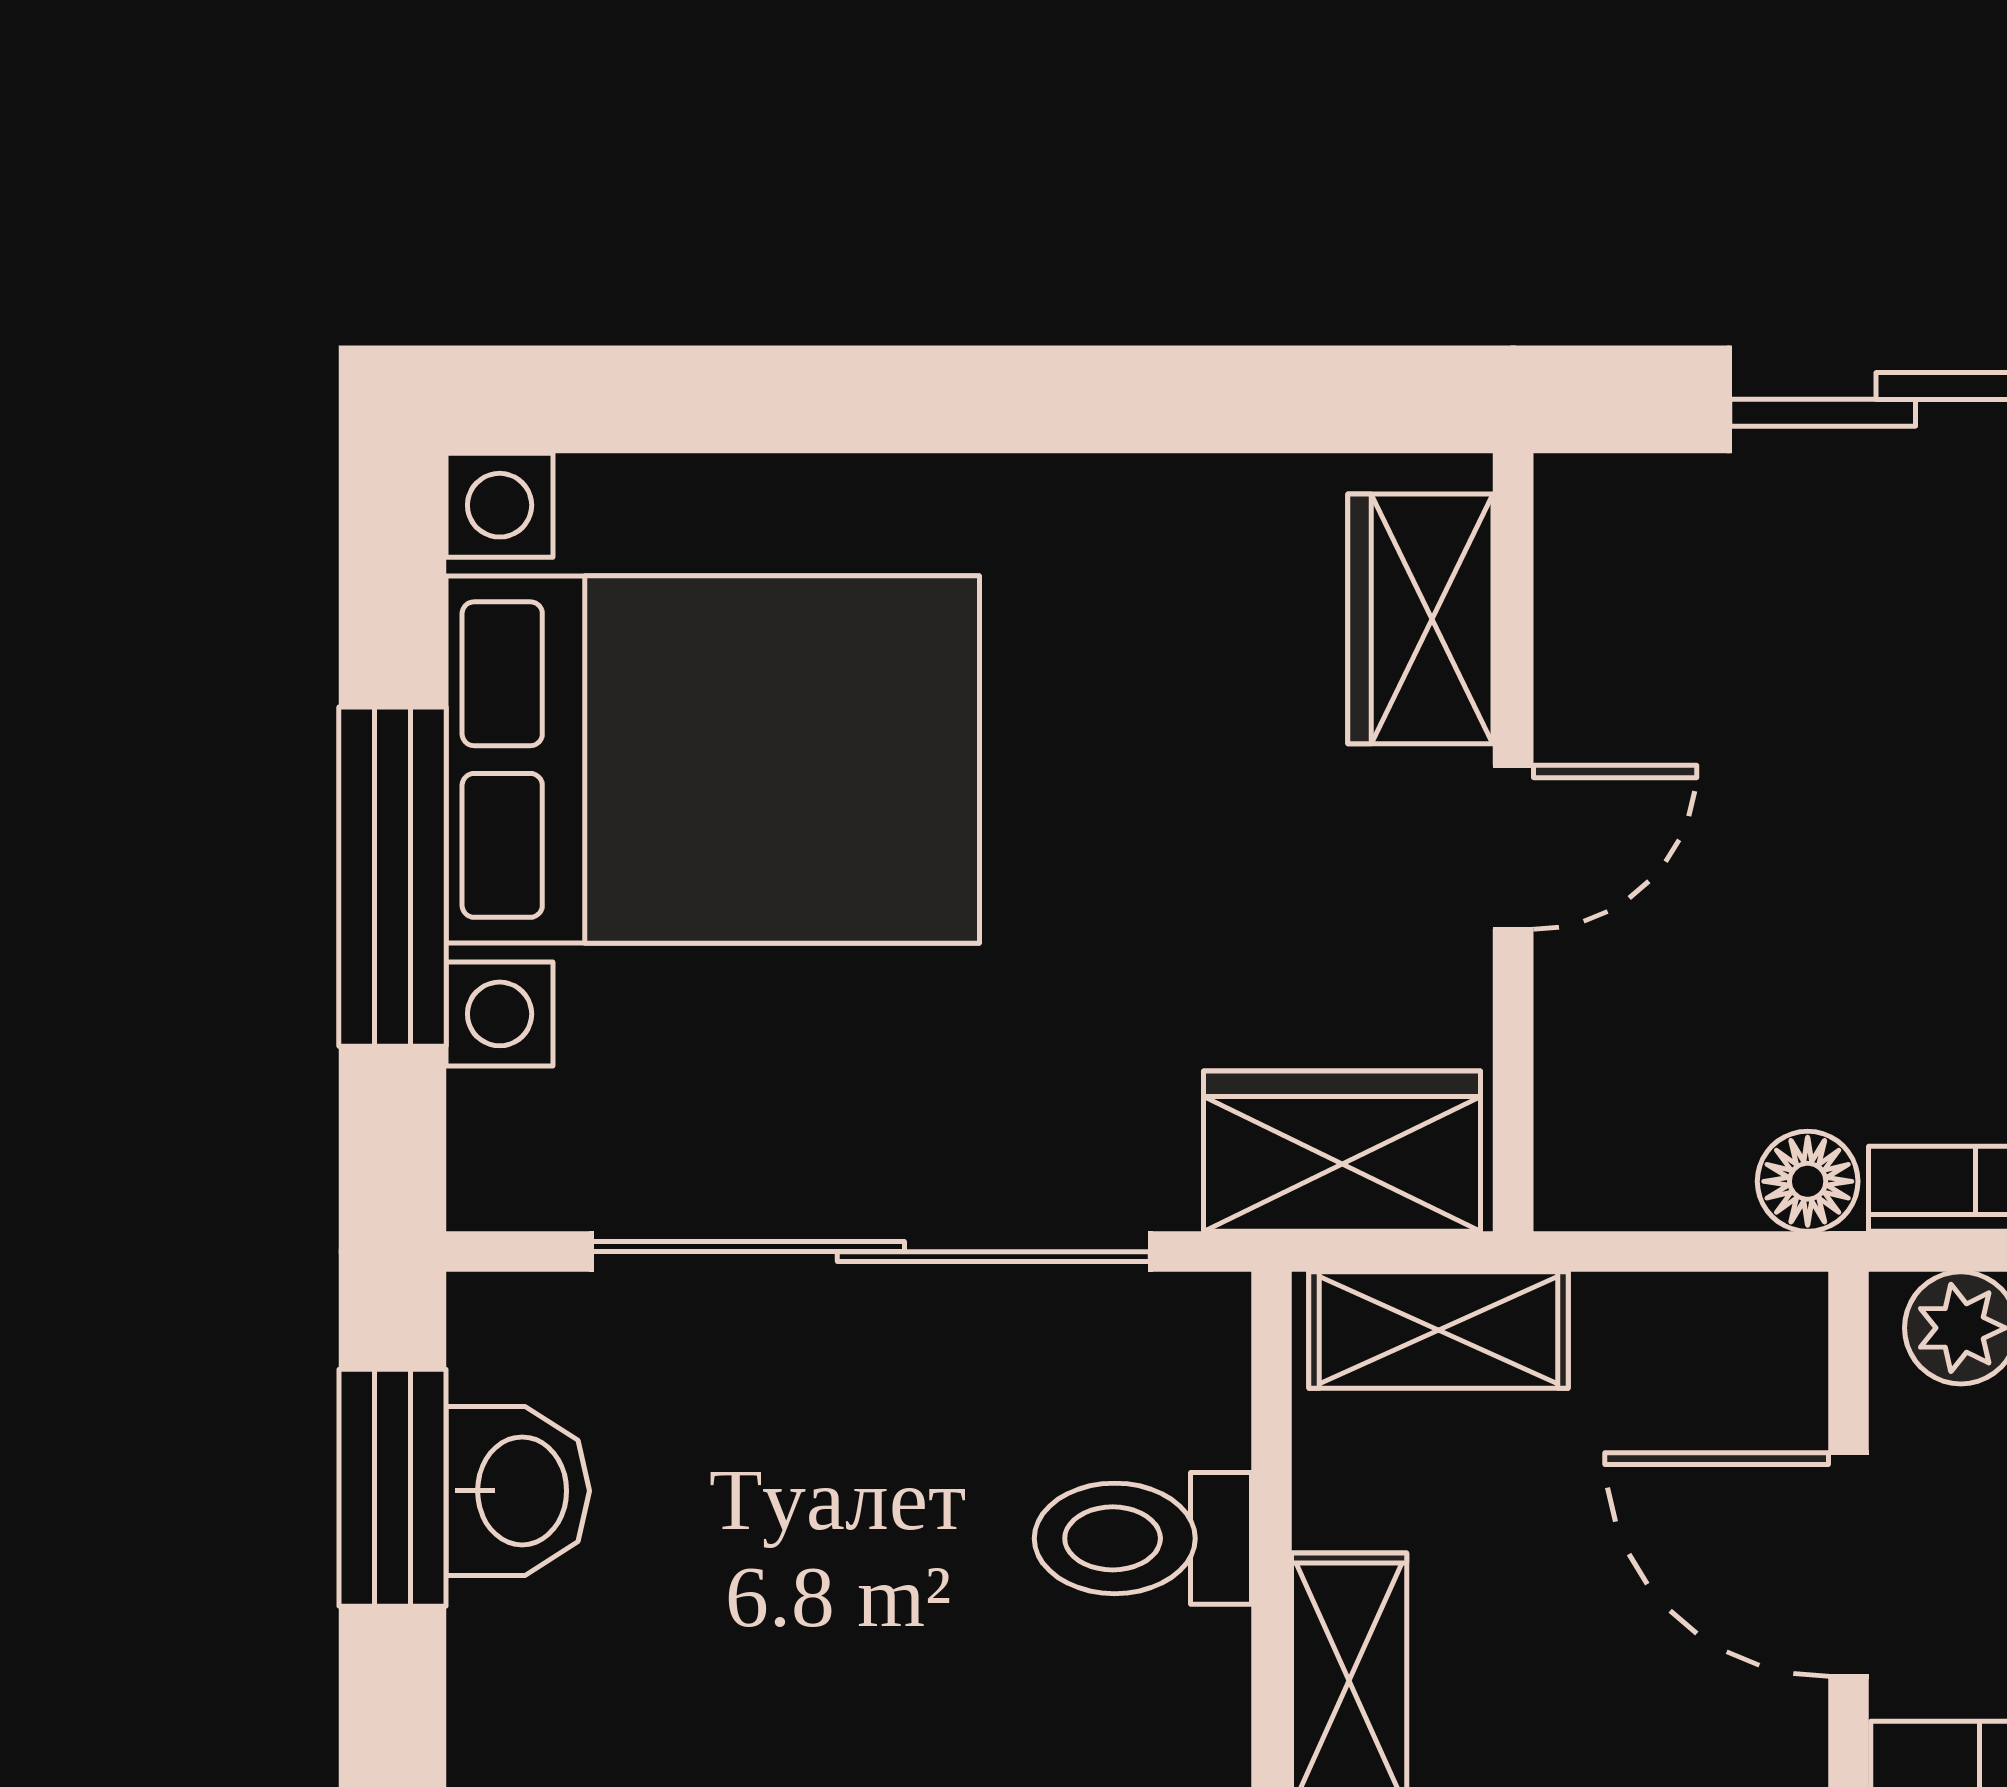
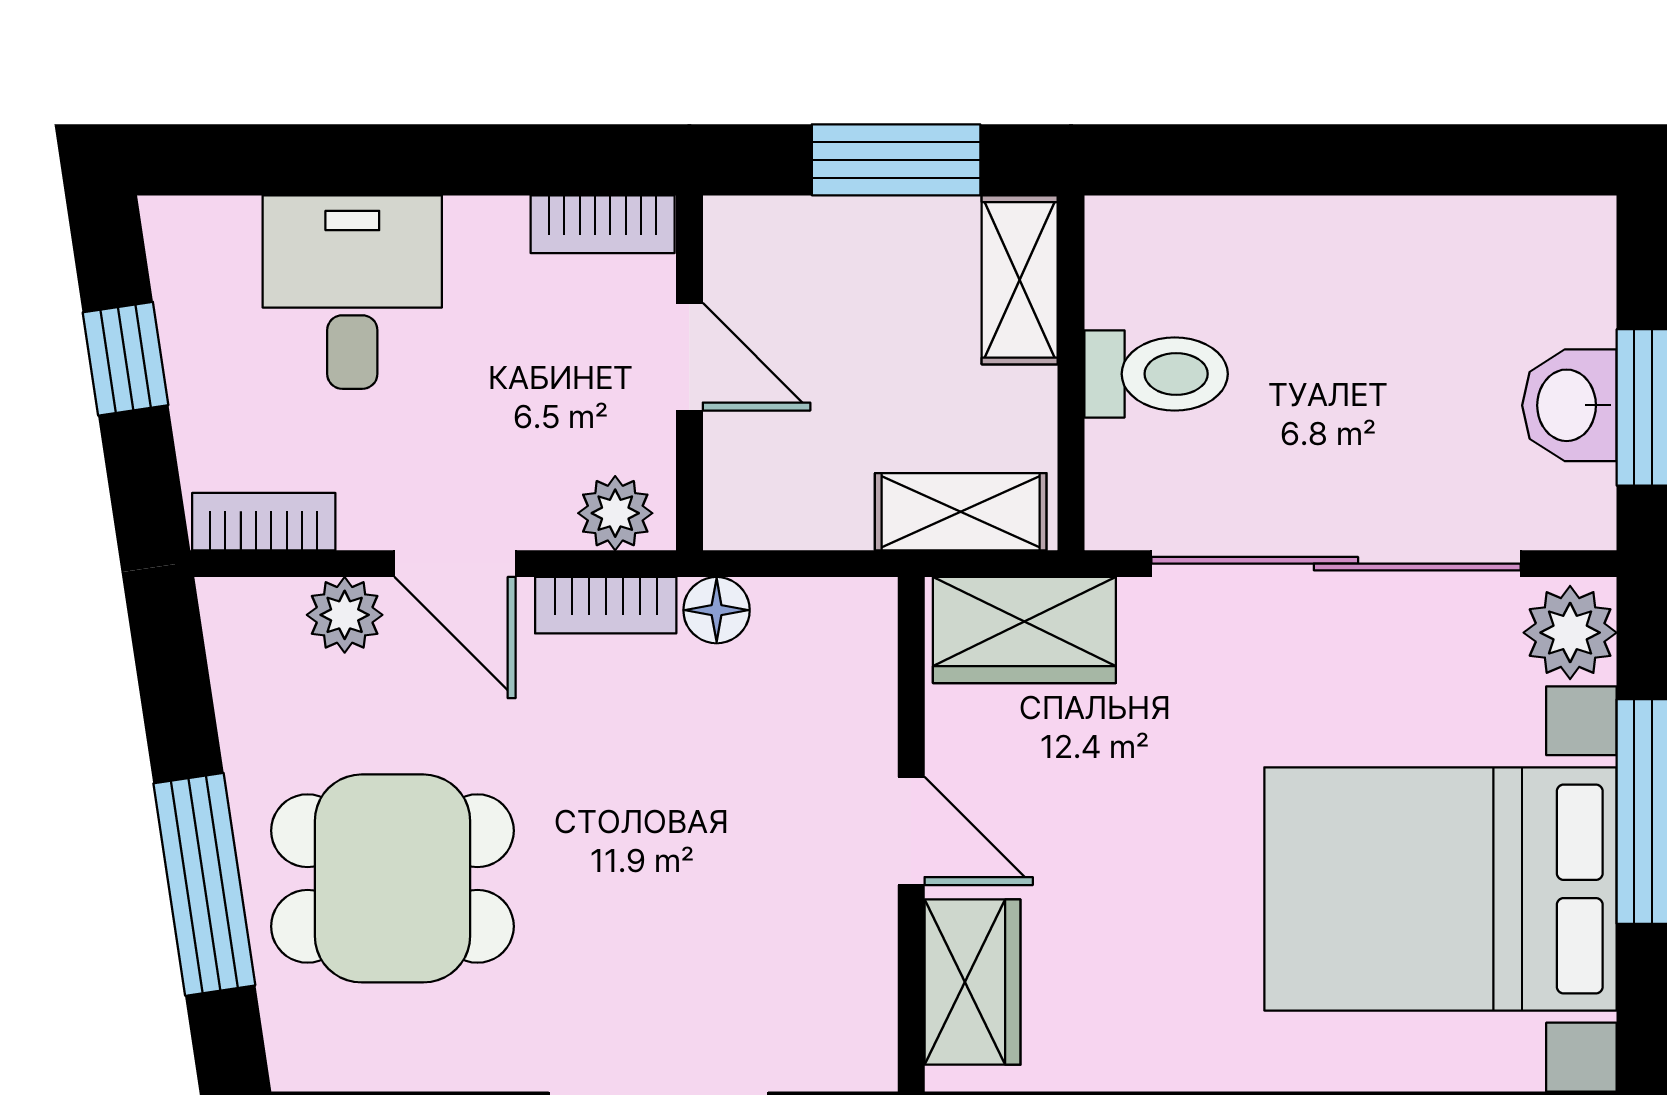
door: (1513, 847) -> (911, 831), swing flipped
plant: (517, 1147) -> (1570, 633), added
door: (1849, 1564) -> (689, 357), width x0.73

